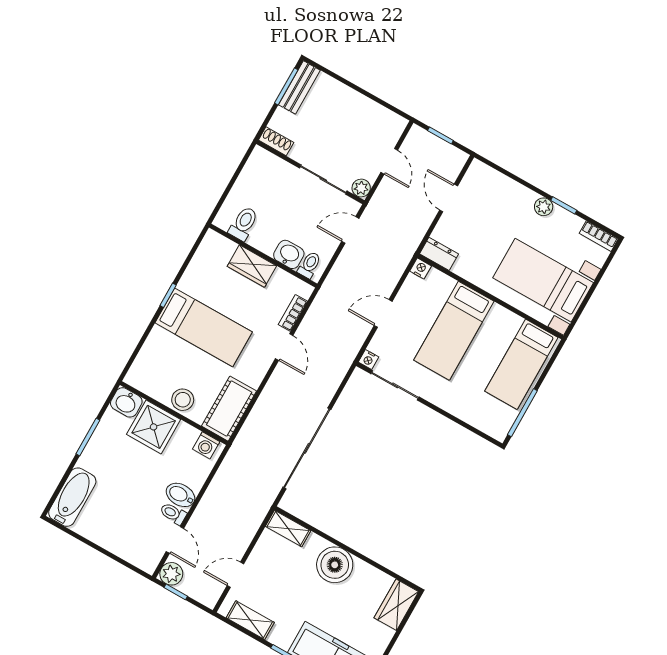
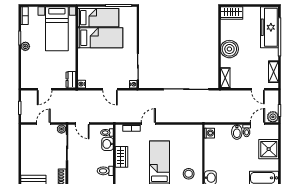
bed: (454, 331) -> (100, 38), moved
stool: (183, 400) -> (189, 174), moved
cot: (229, 409) -> (188, 132), removed
shower: (154, 427) -> (269, 149), moved

